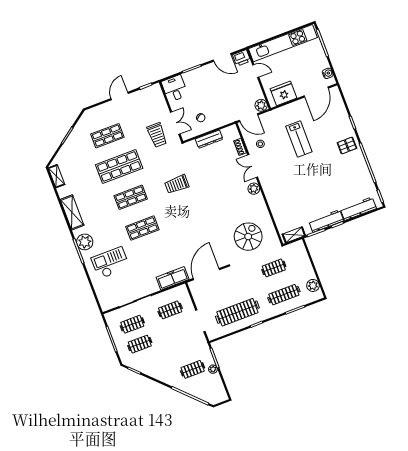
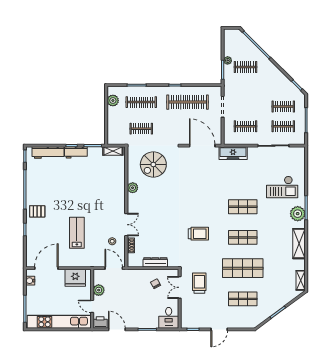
plant: (261, 105) -> (99, 290), moved
plant: (254, 189) -> (133, 188), moved
workbench: (326, 221) -> (76, 152), width x0.73
door: (206, 274) -> (202, 146), swing flipped

